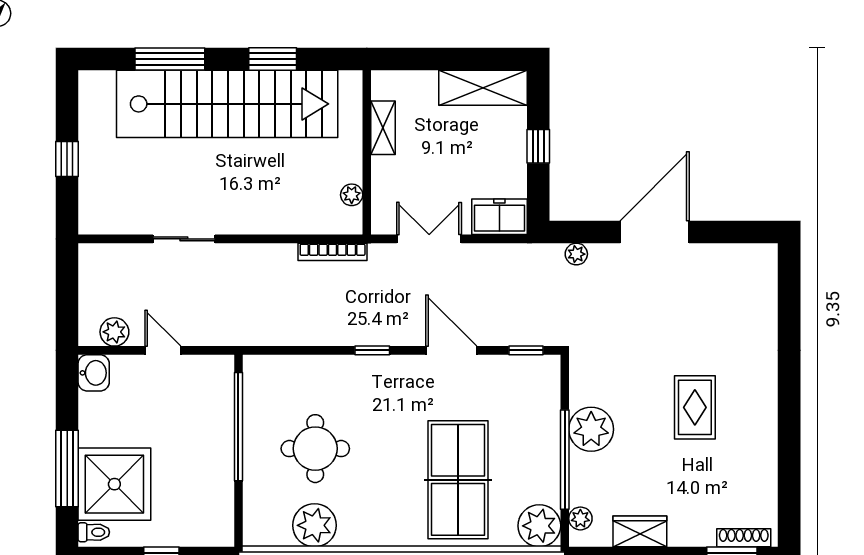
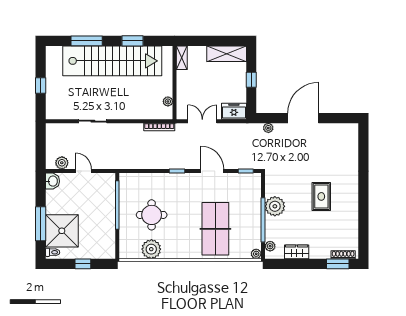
shelving: (383, 128) -> (182, 58), moved
plant: (539, 526) -> (256, 254), width x0.53, depth x0.53

